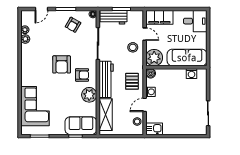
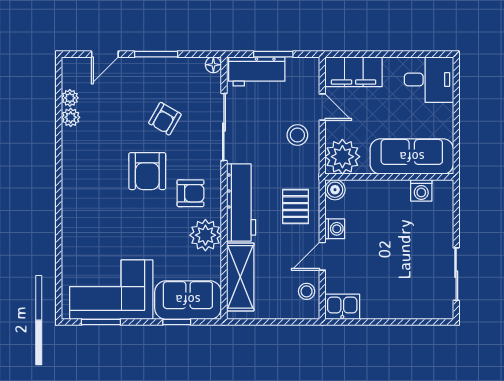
armchair: (73, 25) -> (165, 119), moved
corner sofa: (35, 106) -> (111, 290), moved, turned -90

